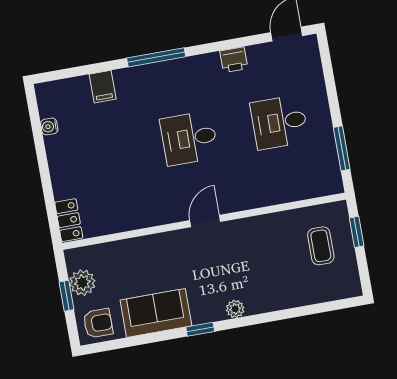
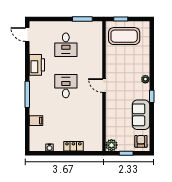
printer: (234, 60) -> (37, 65), width x1.87, depth x1.48
desk: (189, 138) -> (66, 86), turned 180
locker: (69, 220) -> (73, 146), moved
coffee table: (321, 246) -> (124, 36), width x1.86, depth x1.72
plant: (82, 283) -> (111, 145), moved

